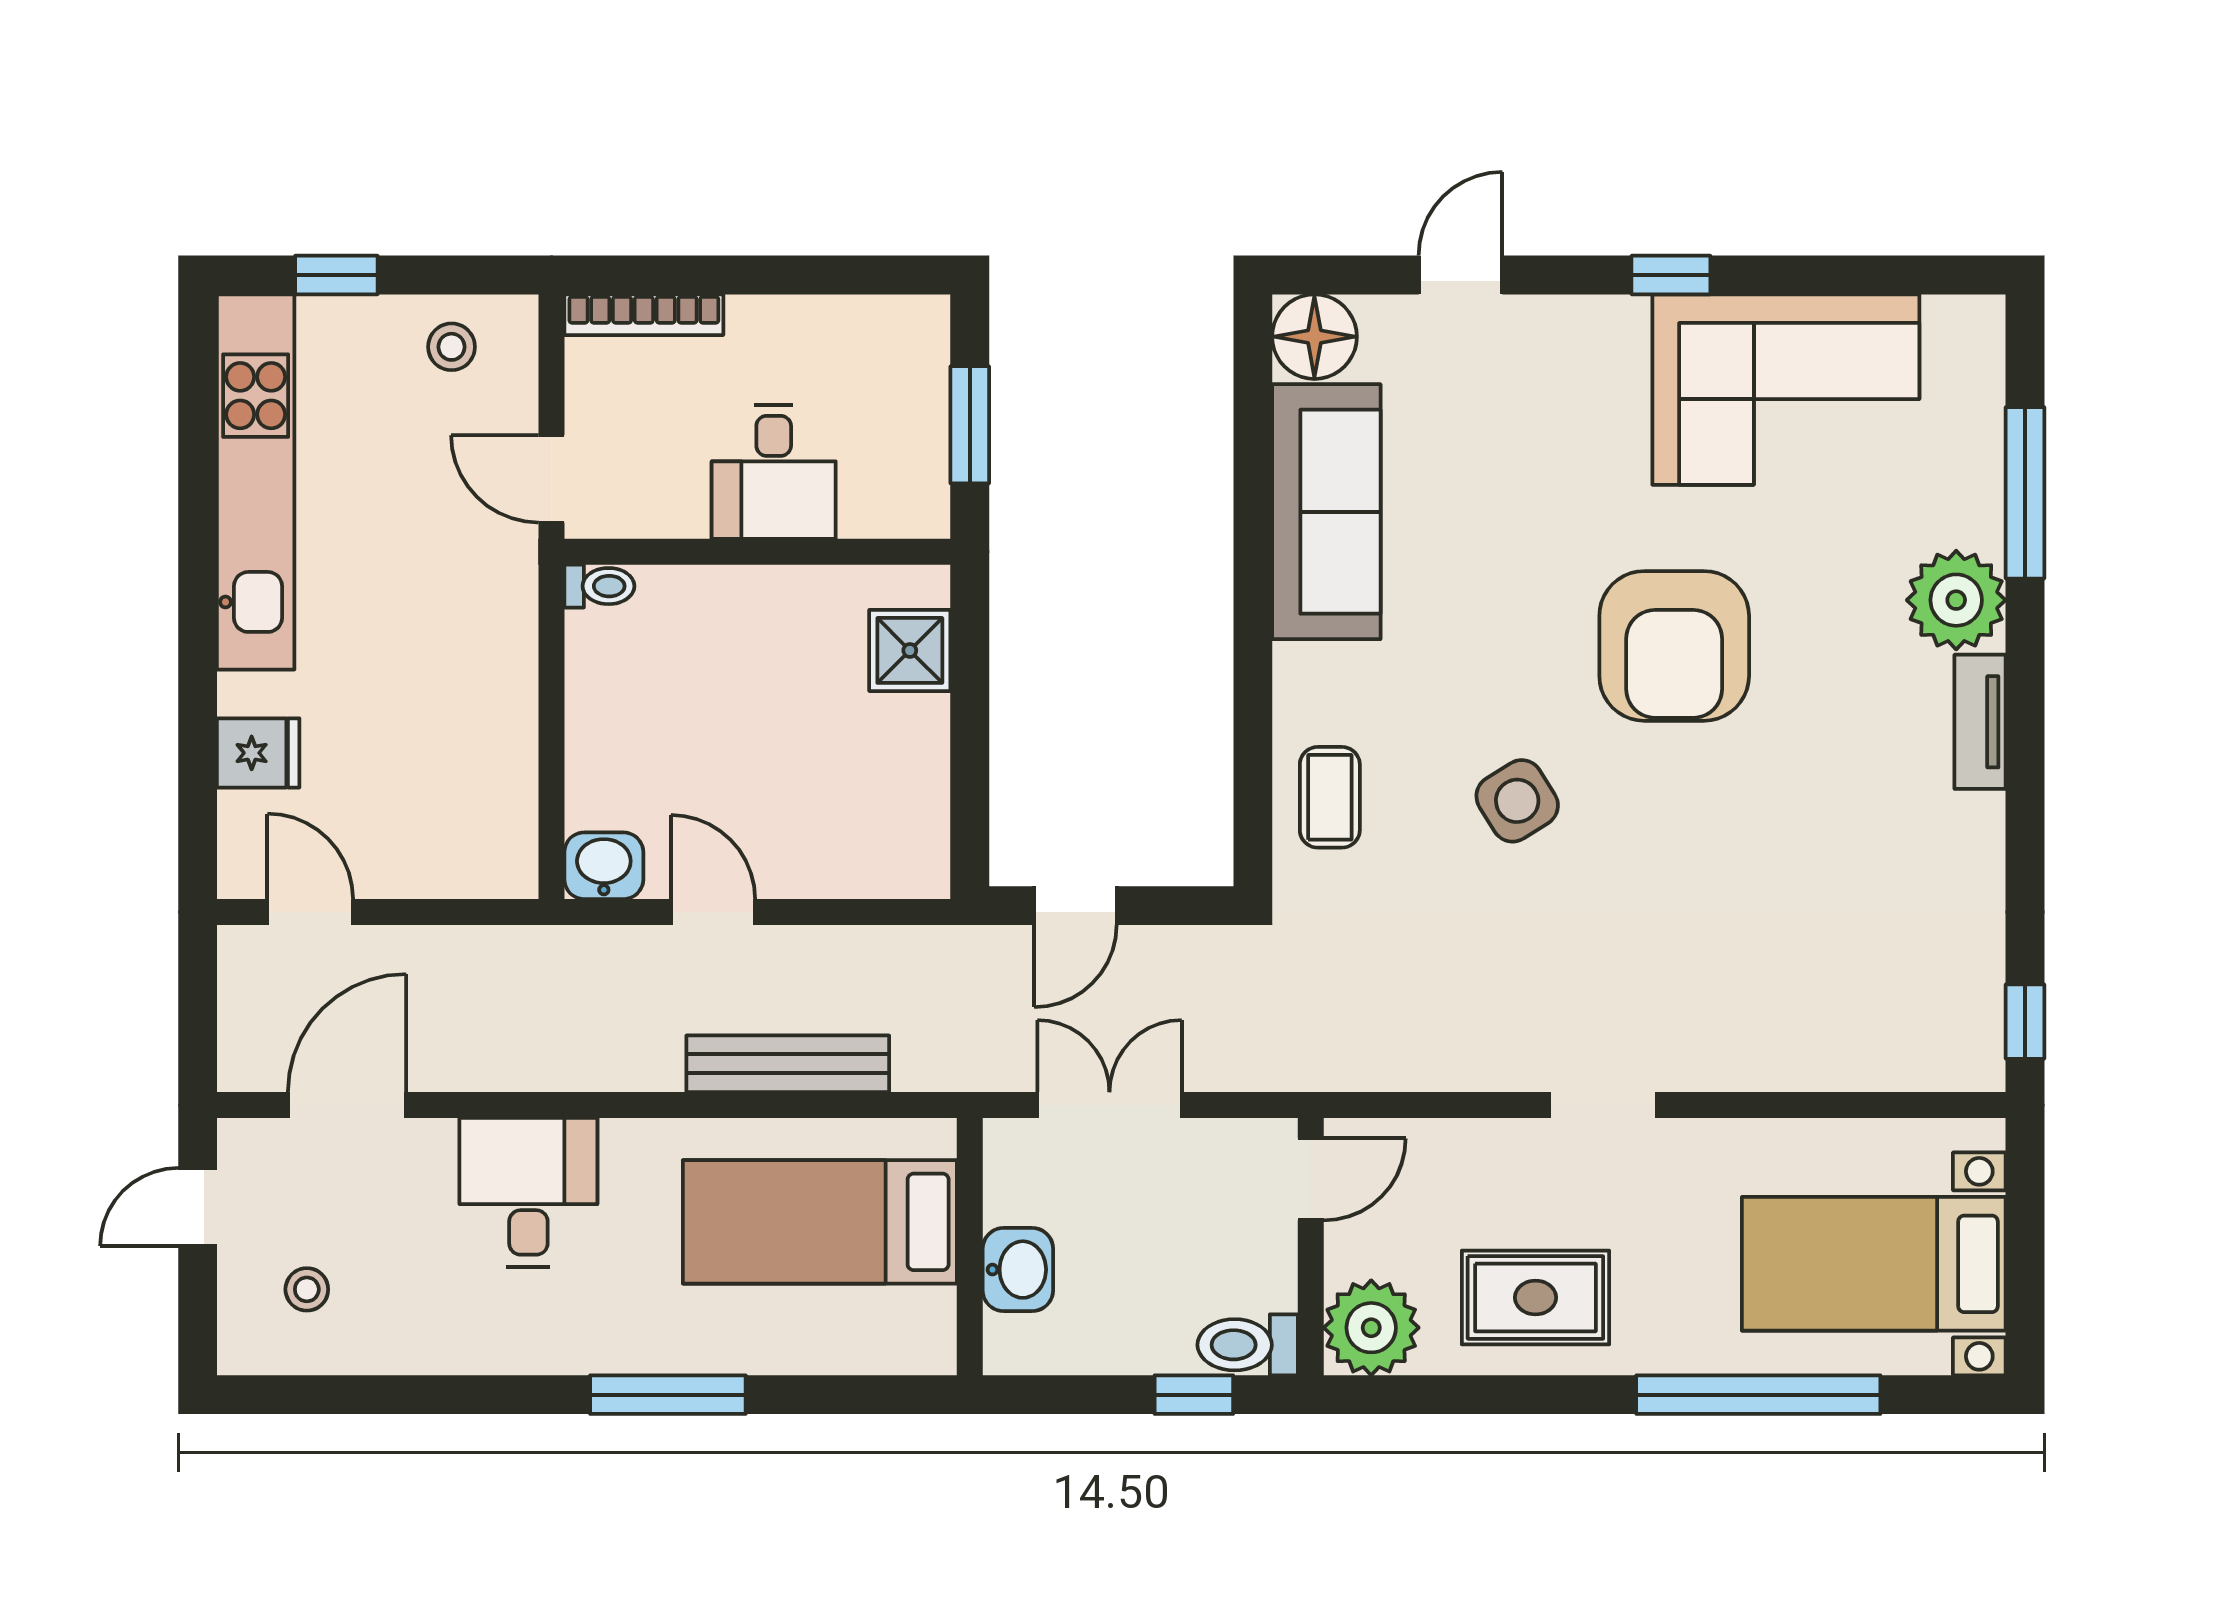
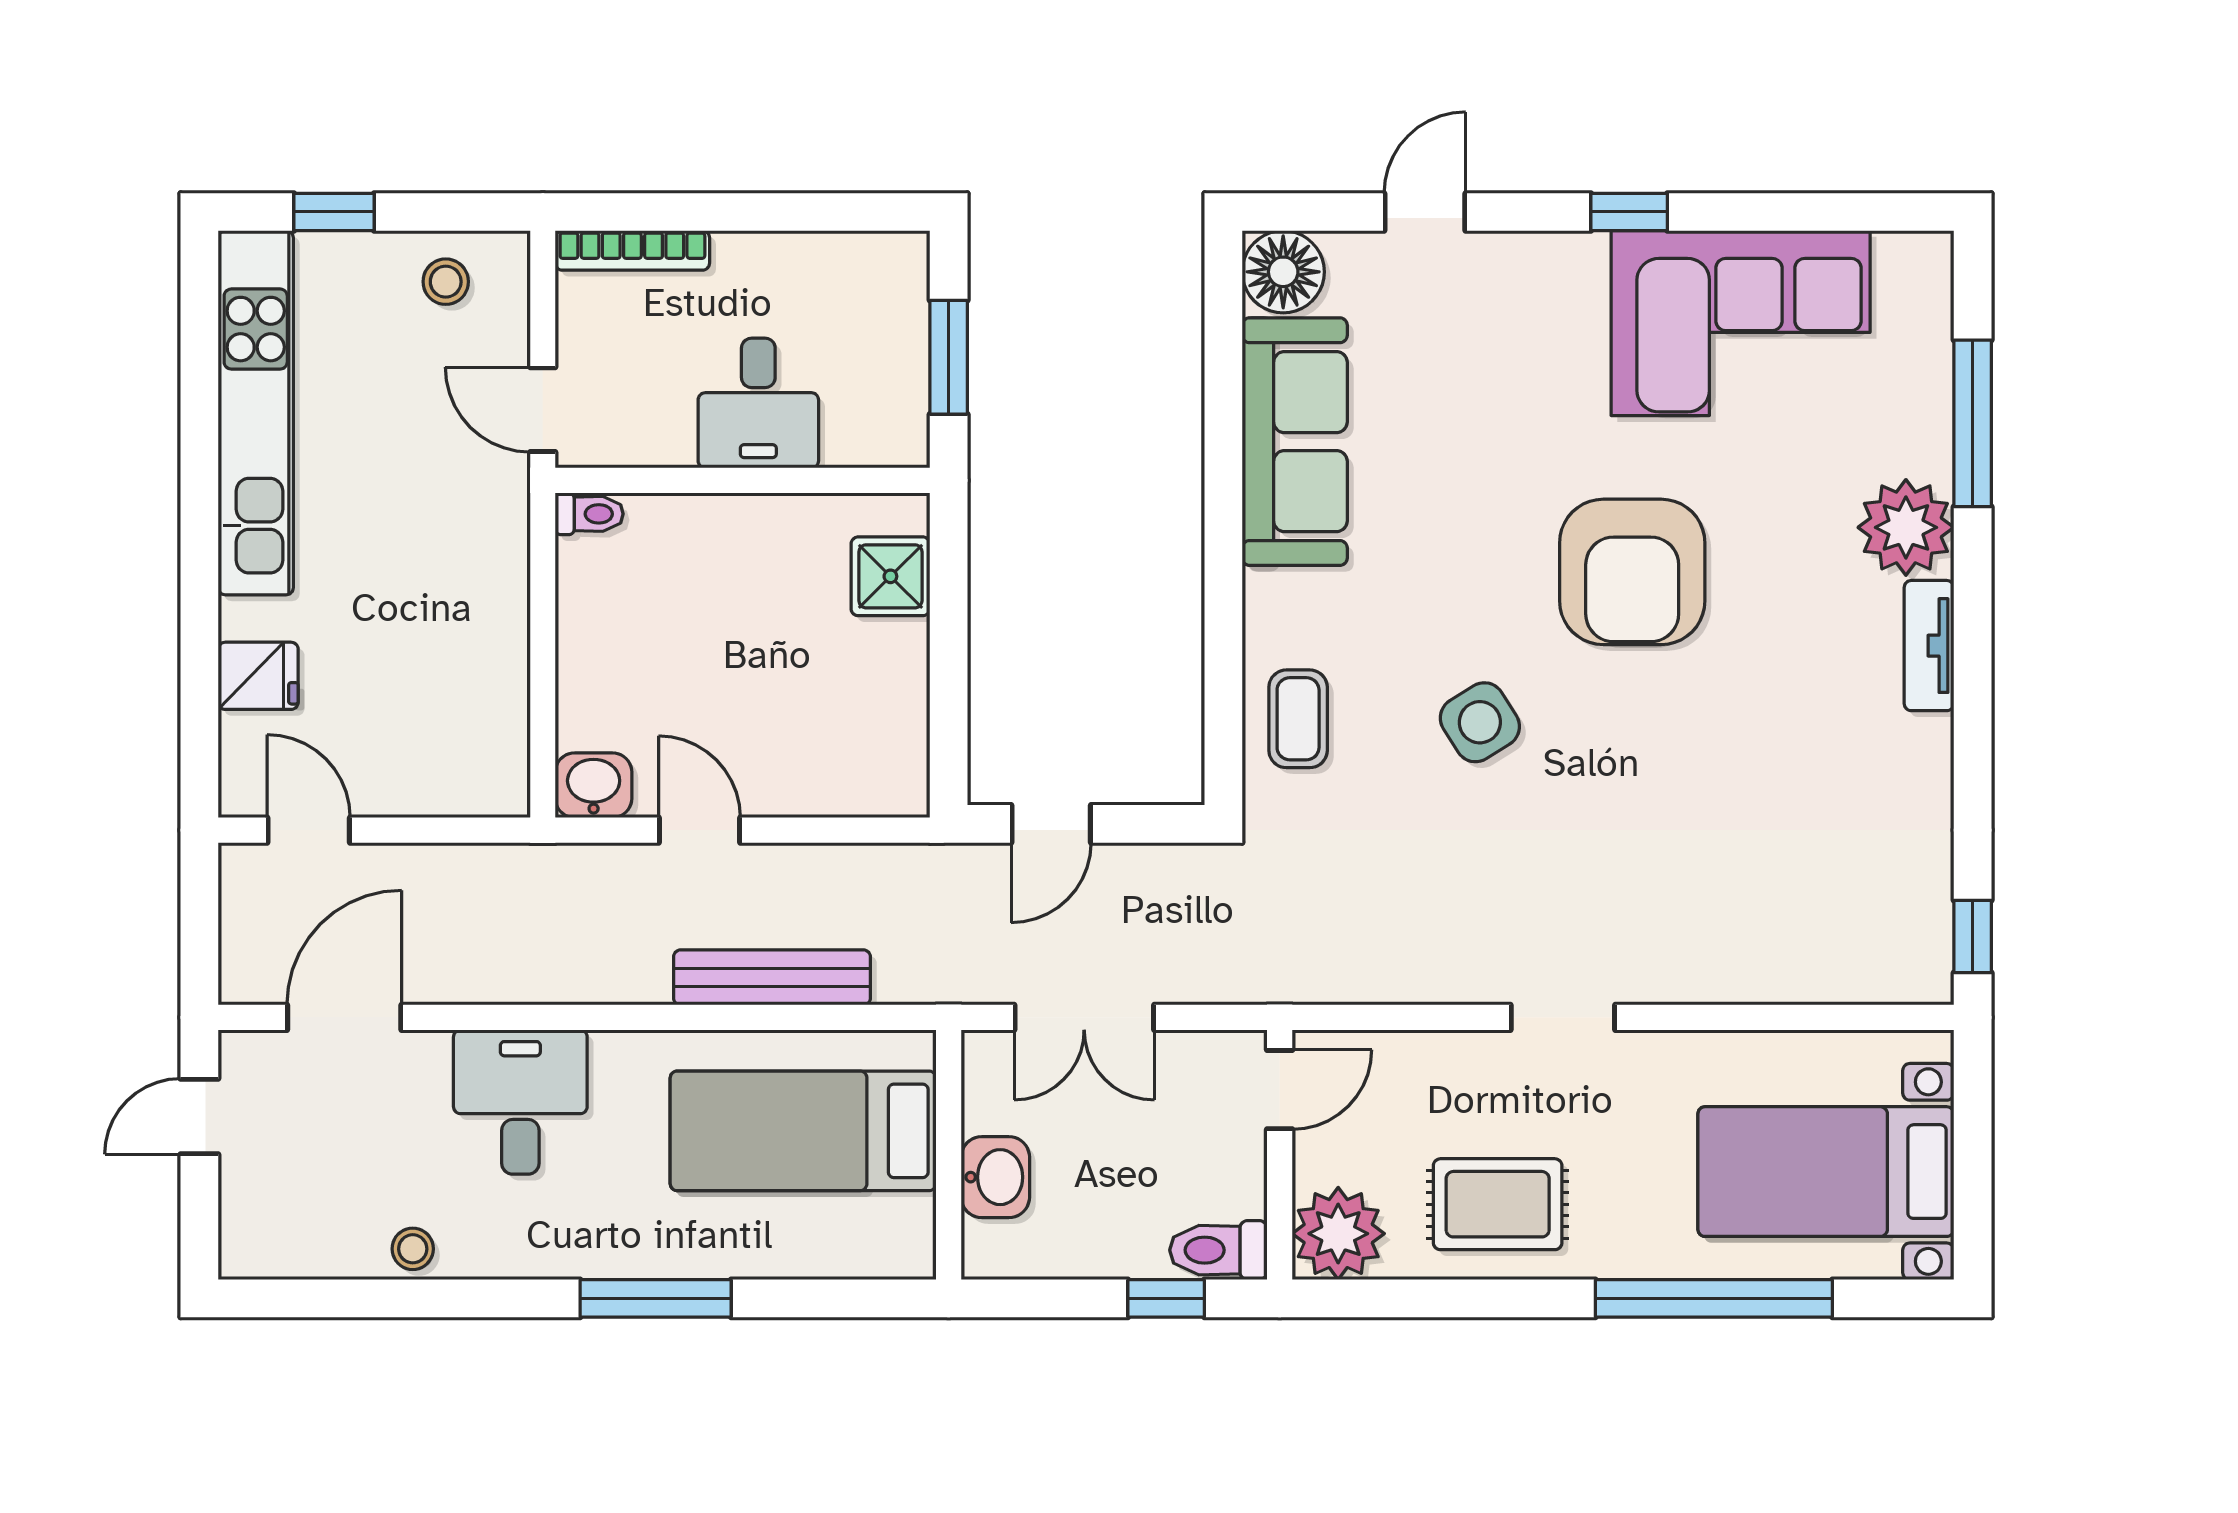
double door: (1109, 1105) -> (1084, 1017), swing flipped
stool: (307, 1289) -> (413, 1249), moved

